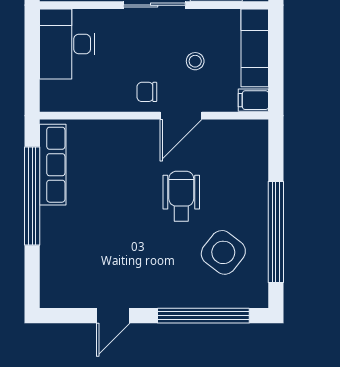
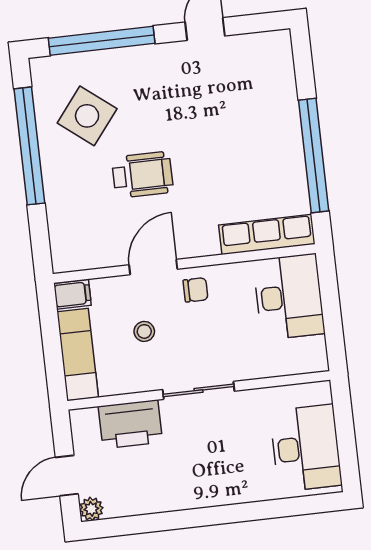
desk: (67, 44) -> (289, 297), moved
row of seats: (53, 165) -> (267, 235), moved, turned 90
wheelchair: (181, 196) -> (143, 175), turned -90

